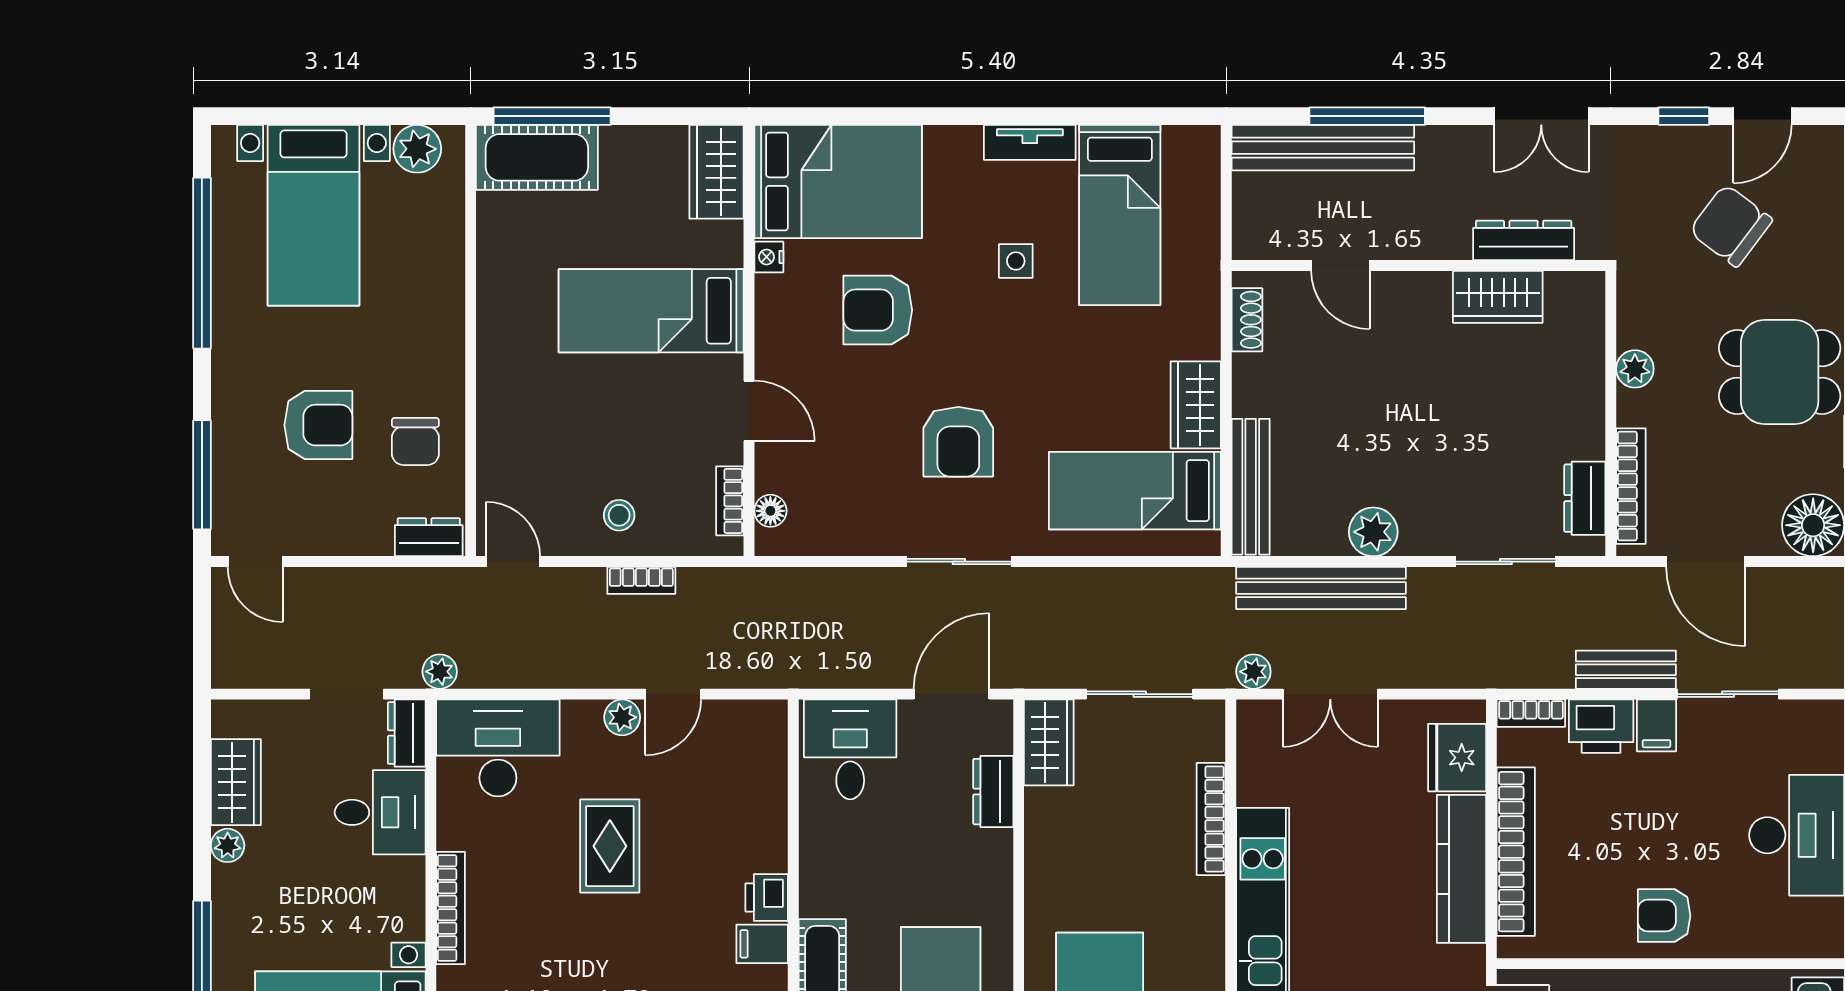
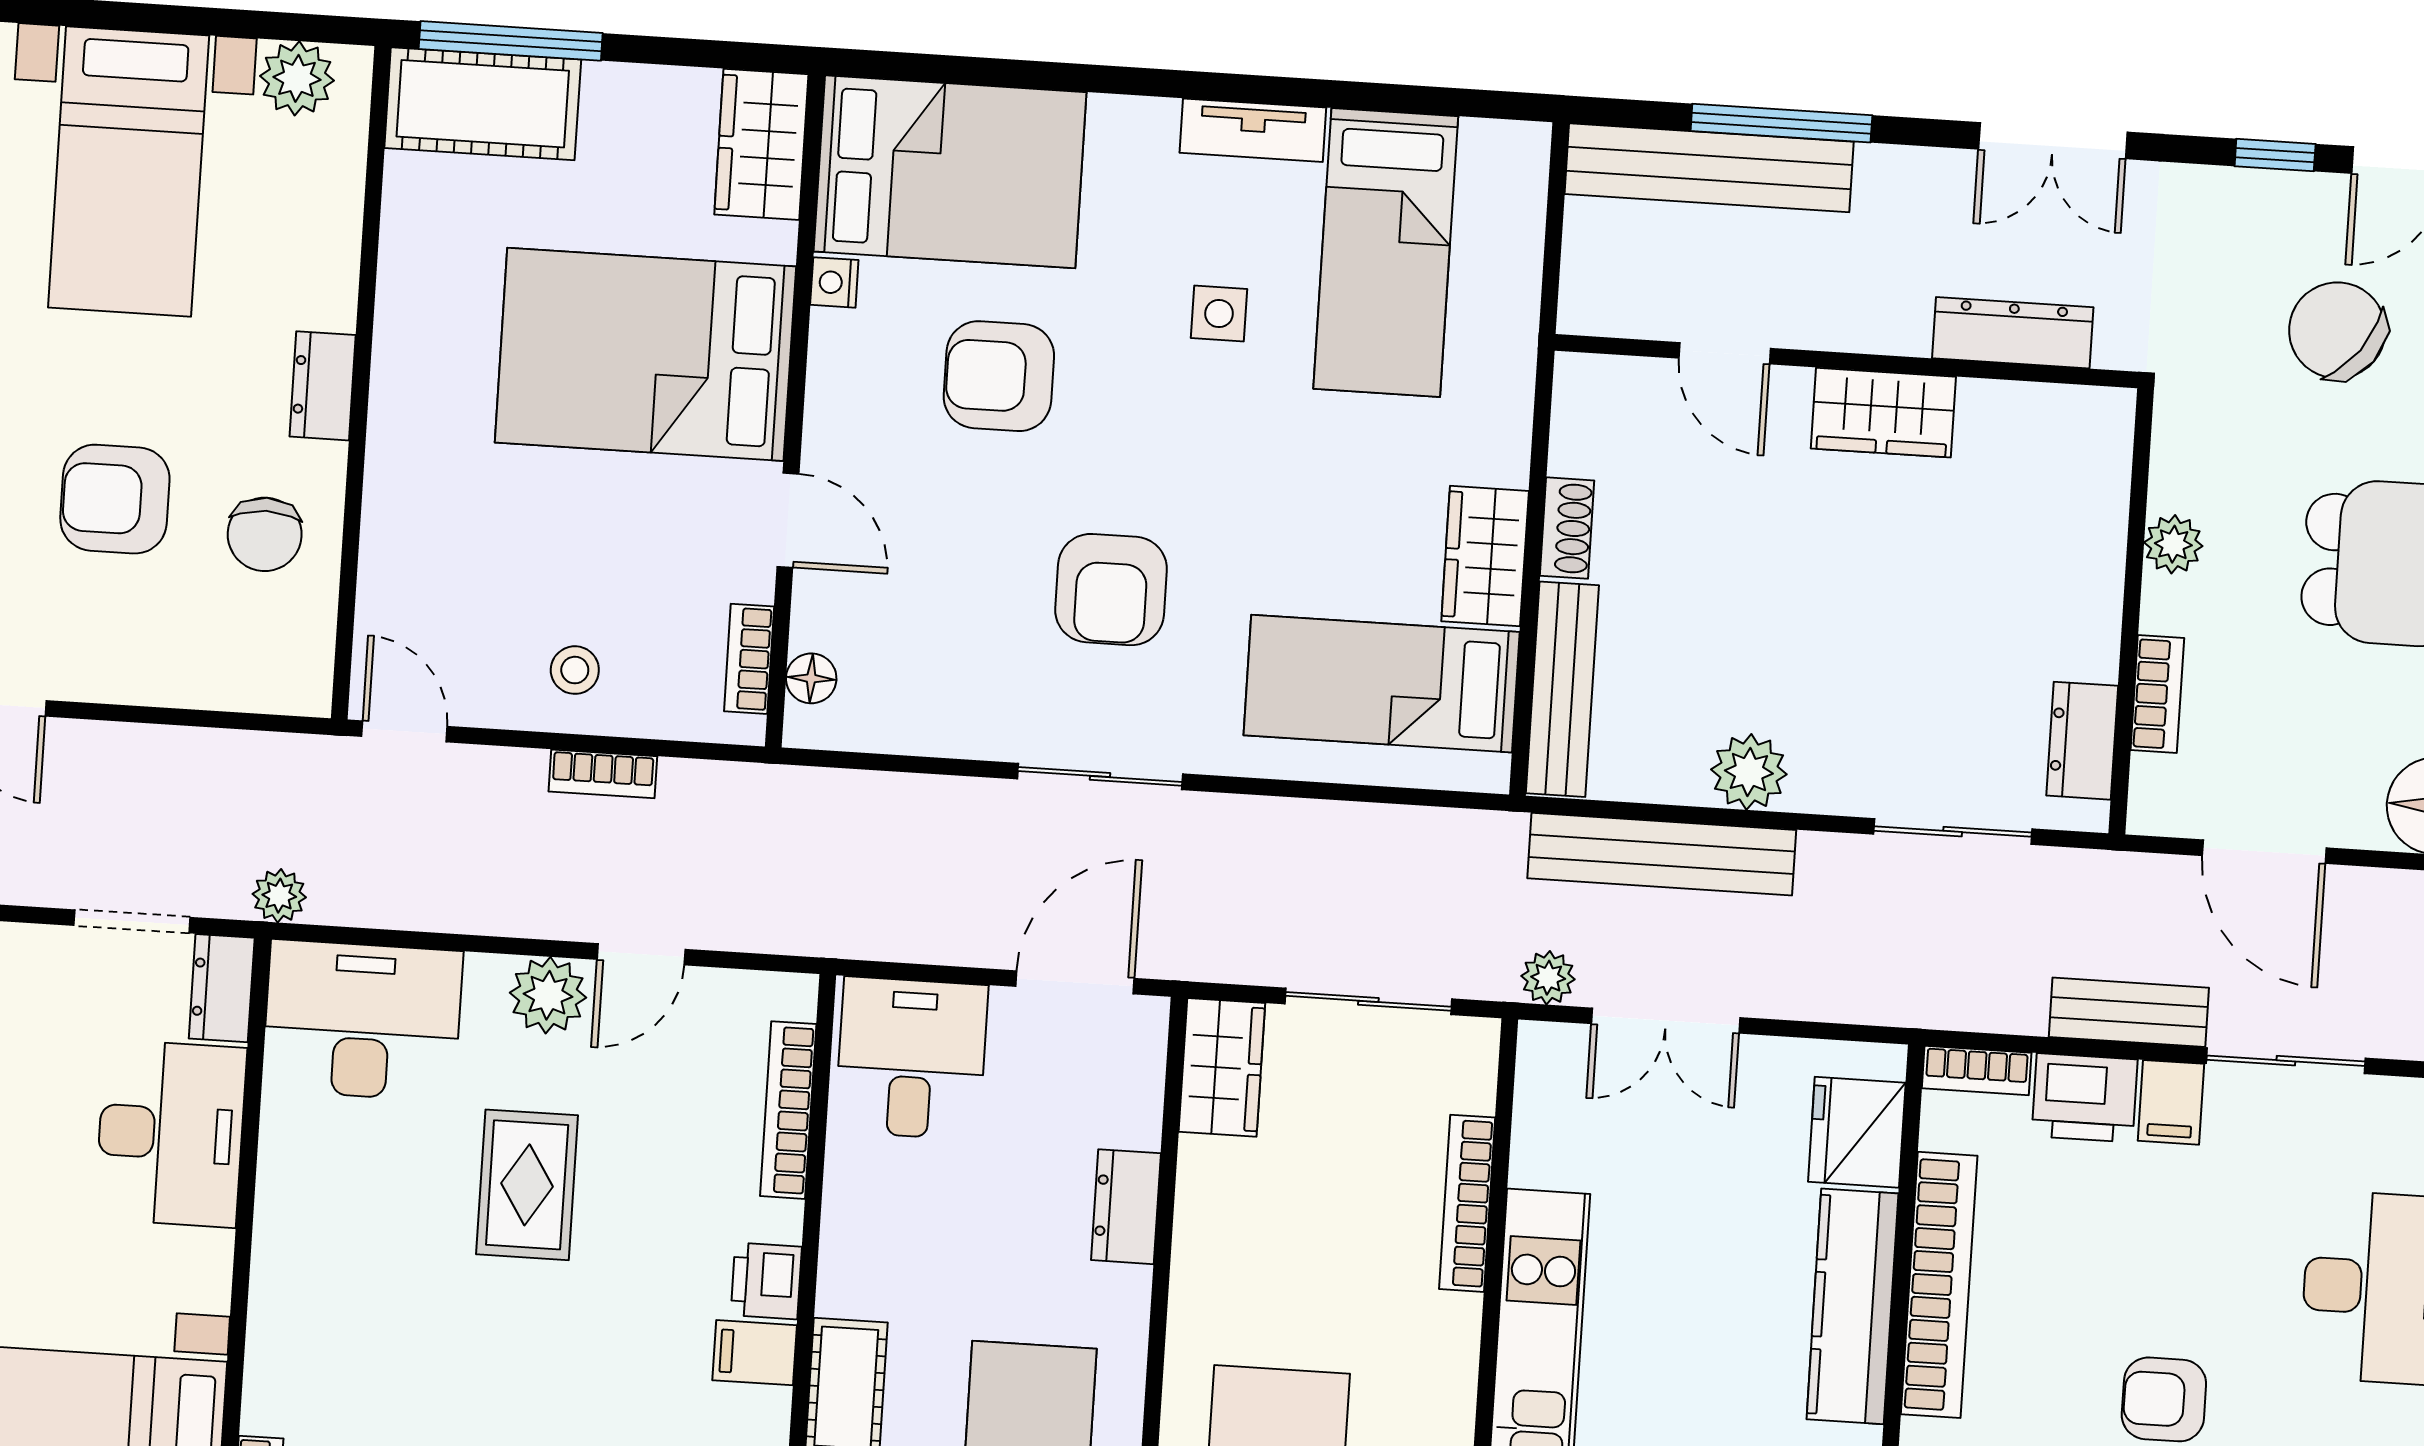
wardrobe: (1498, 297) -> (1883, 413), moved
bed: (651, 311) -> (645, 354), width x1.50
shoe rack: (1247, 320) -> (1567, 528), moved
armchair: (318, 425) -> (115, 499), turned 180
bookcase: (1631, 486) -> (2157, 694), width x0.64
dresser: (429, 537) -> (323, 386), moved, turned -90
plant: (622, 717) -> (548, 995), width x1.38, depth x1.38
dresser: (993, 792) -> (1126, 1207), moved
desk: (380, 812) -> (171, 1134), width x1.37
bookcase: (451, 908) -> (788, 1110), moved, turned 180

